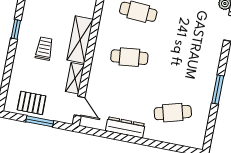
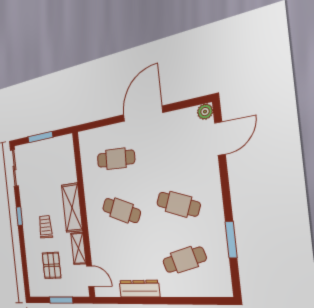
cafe table: (129, 57) -> (121, 210), turned 30
cafe table: (182, 67) -> (178, 204), added
window: (218, 90) -> (231, 240), moved
pallet: (32, 103) -> (52, 265), moved, turned 90

